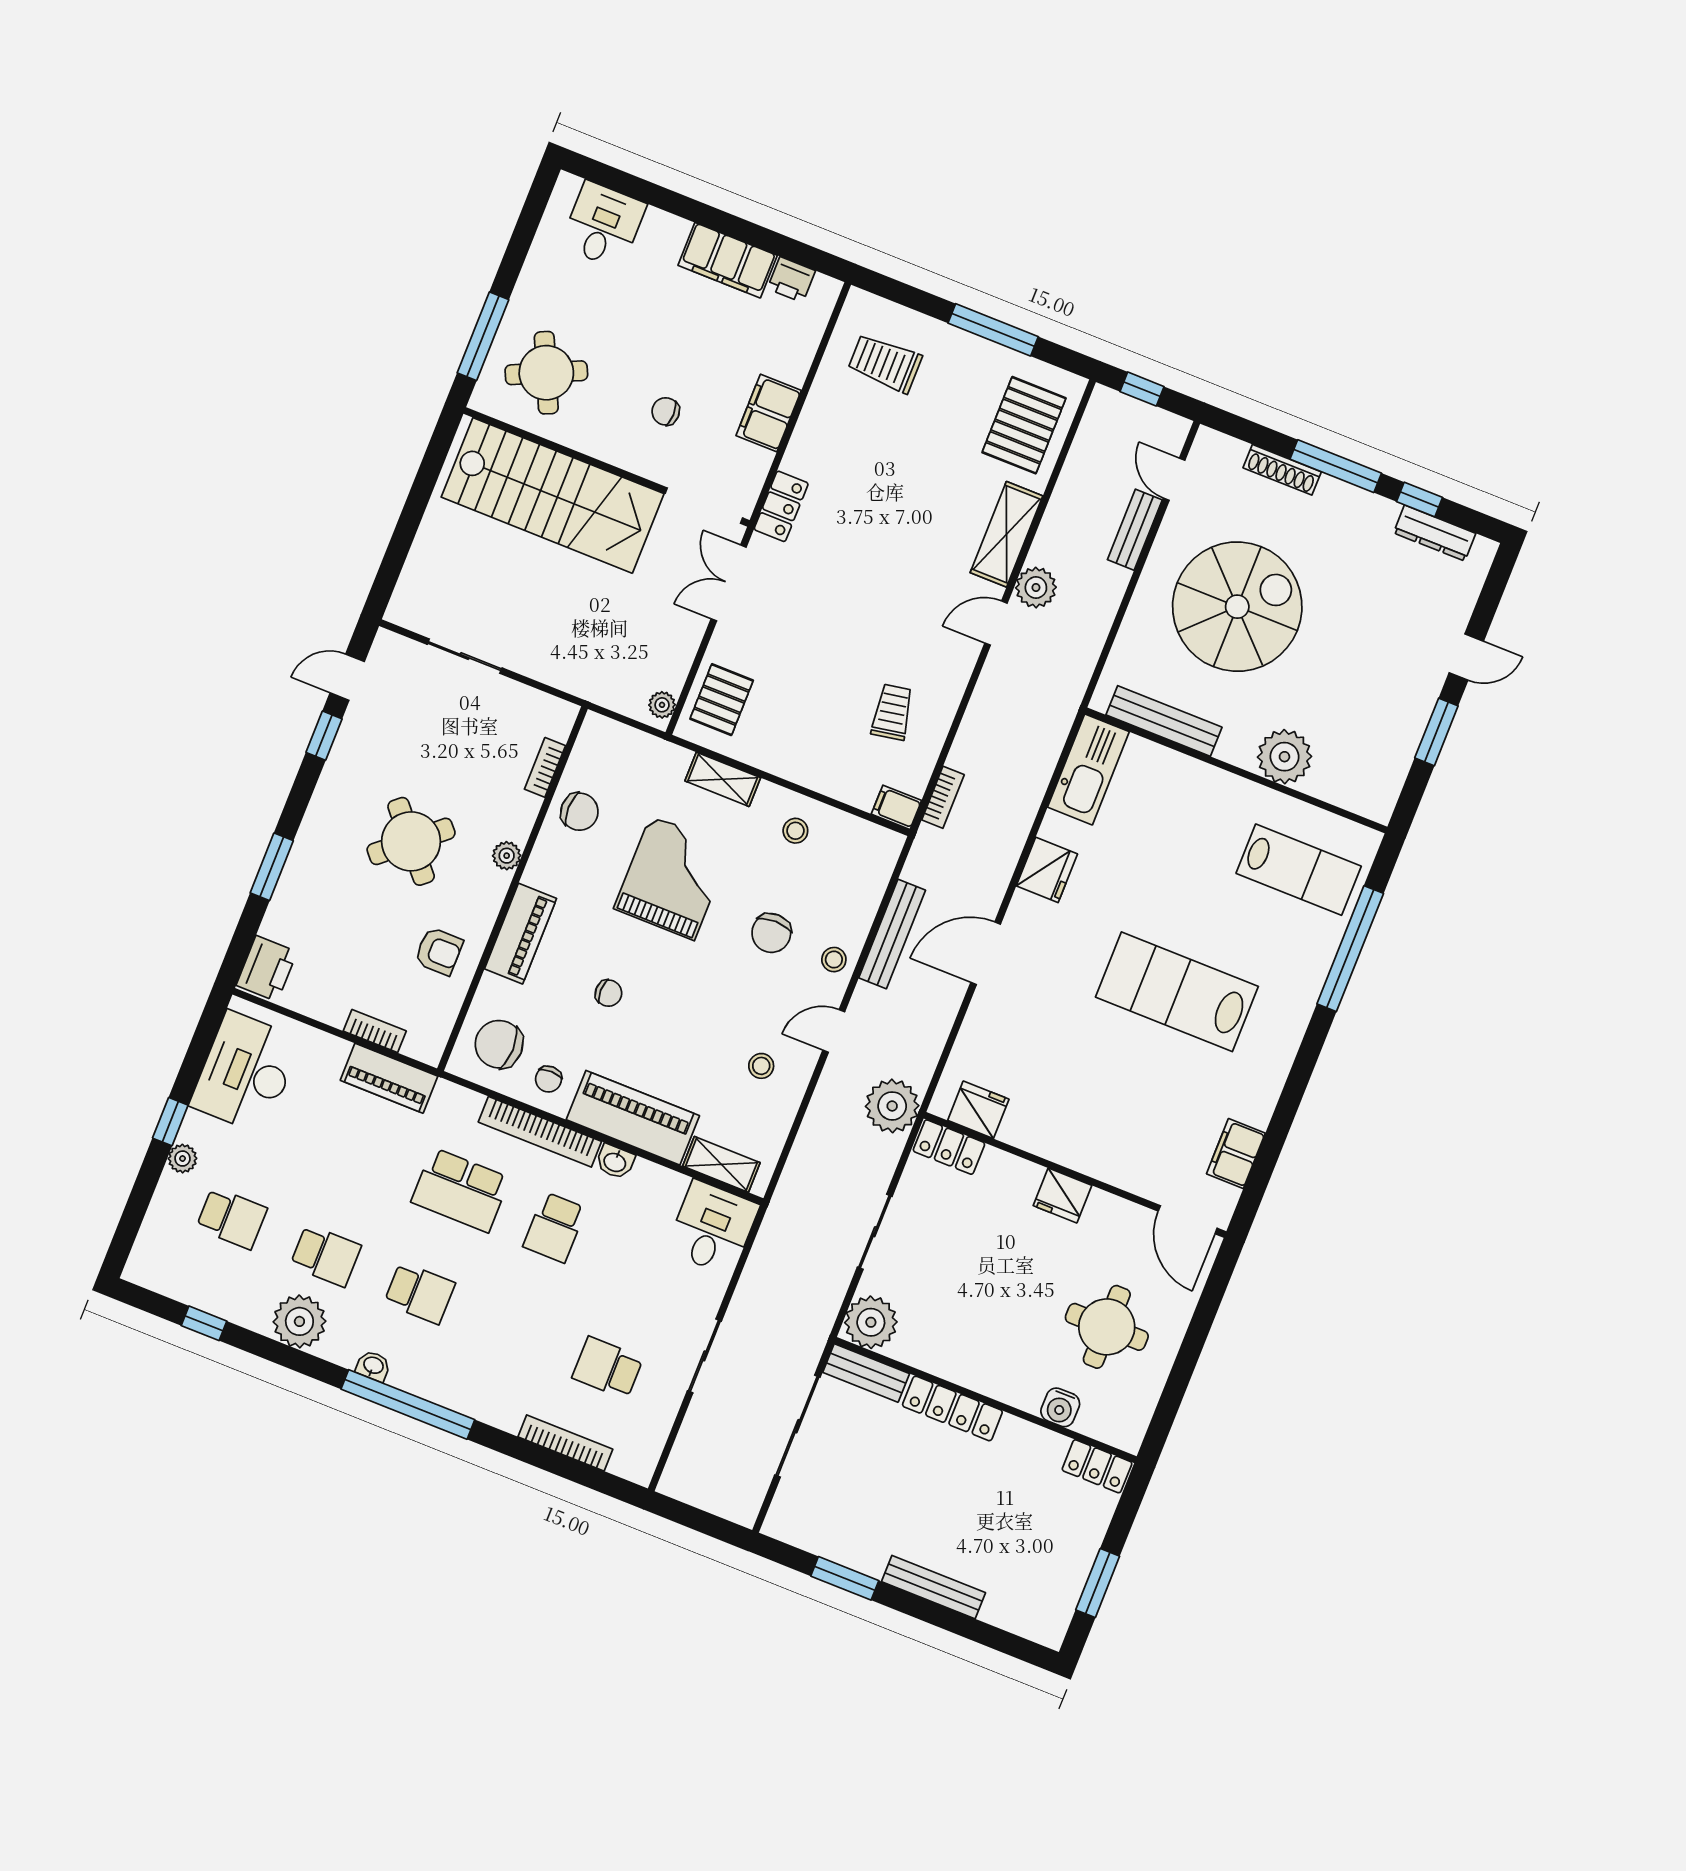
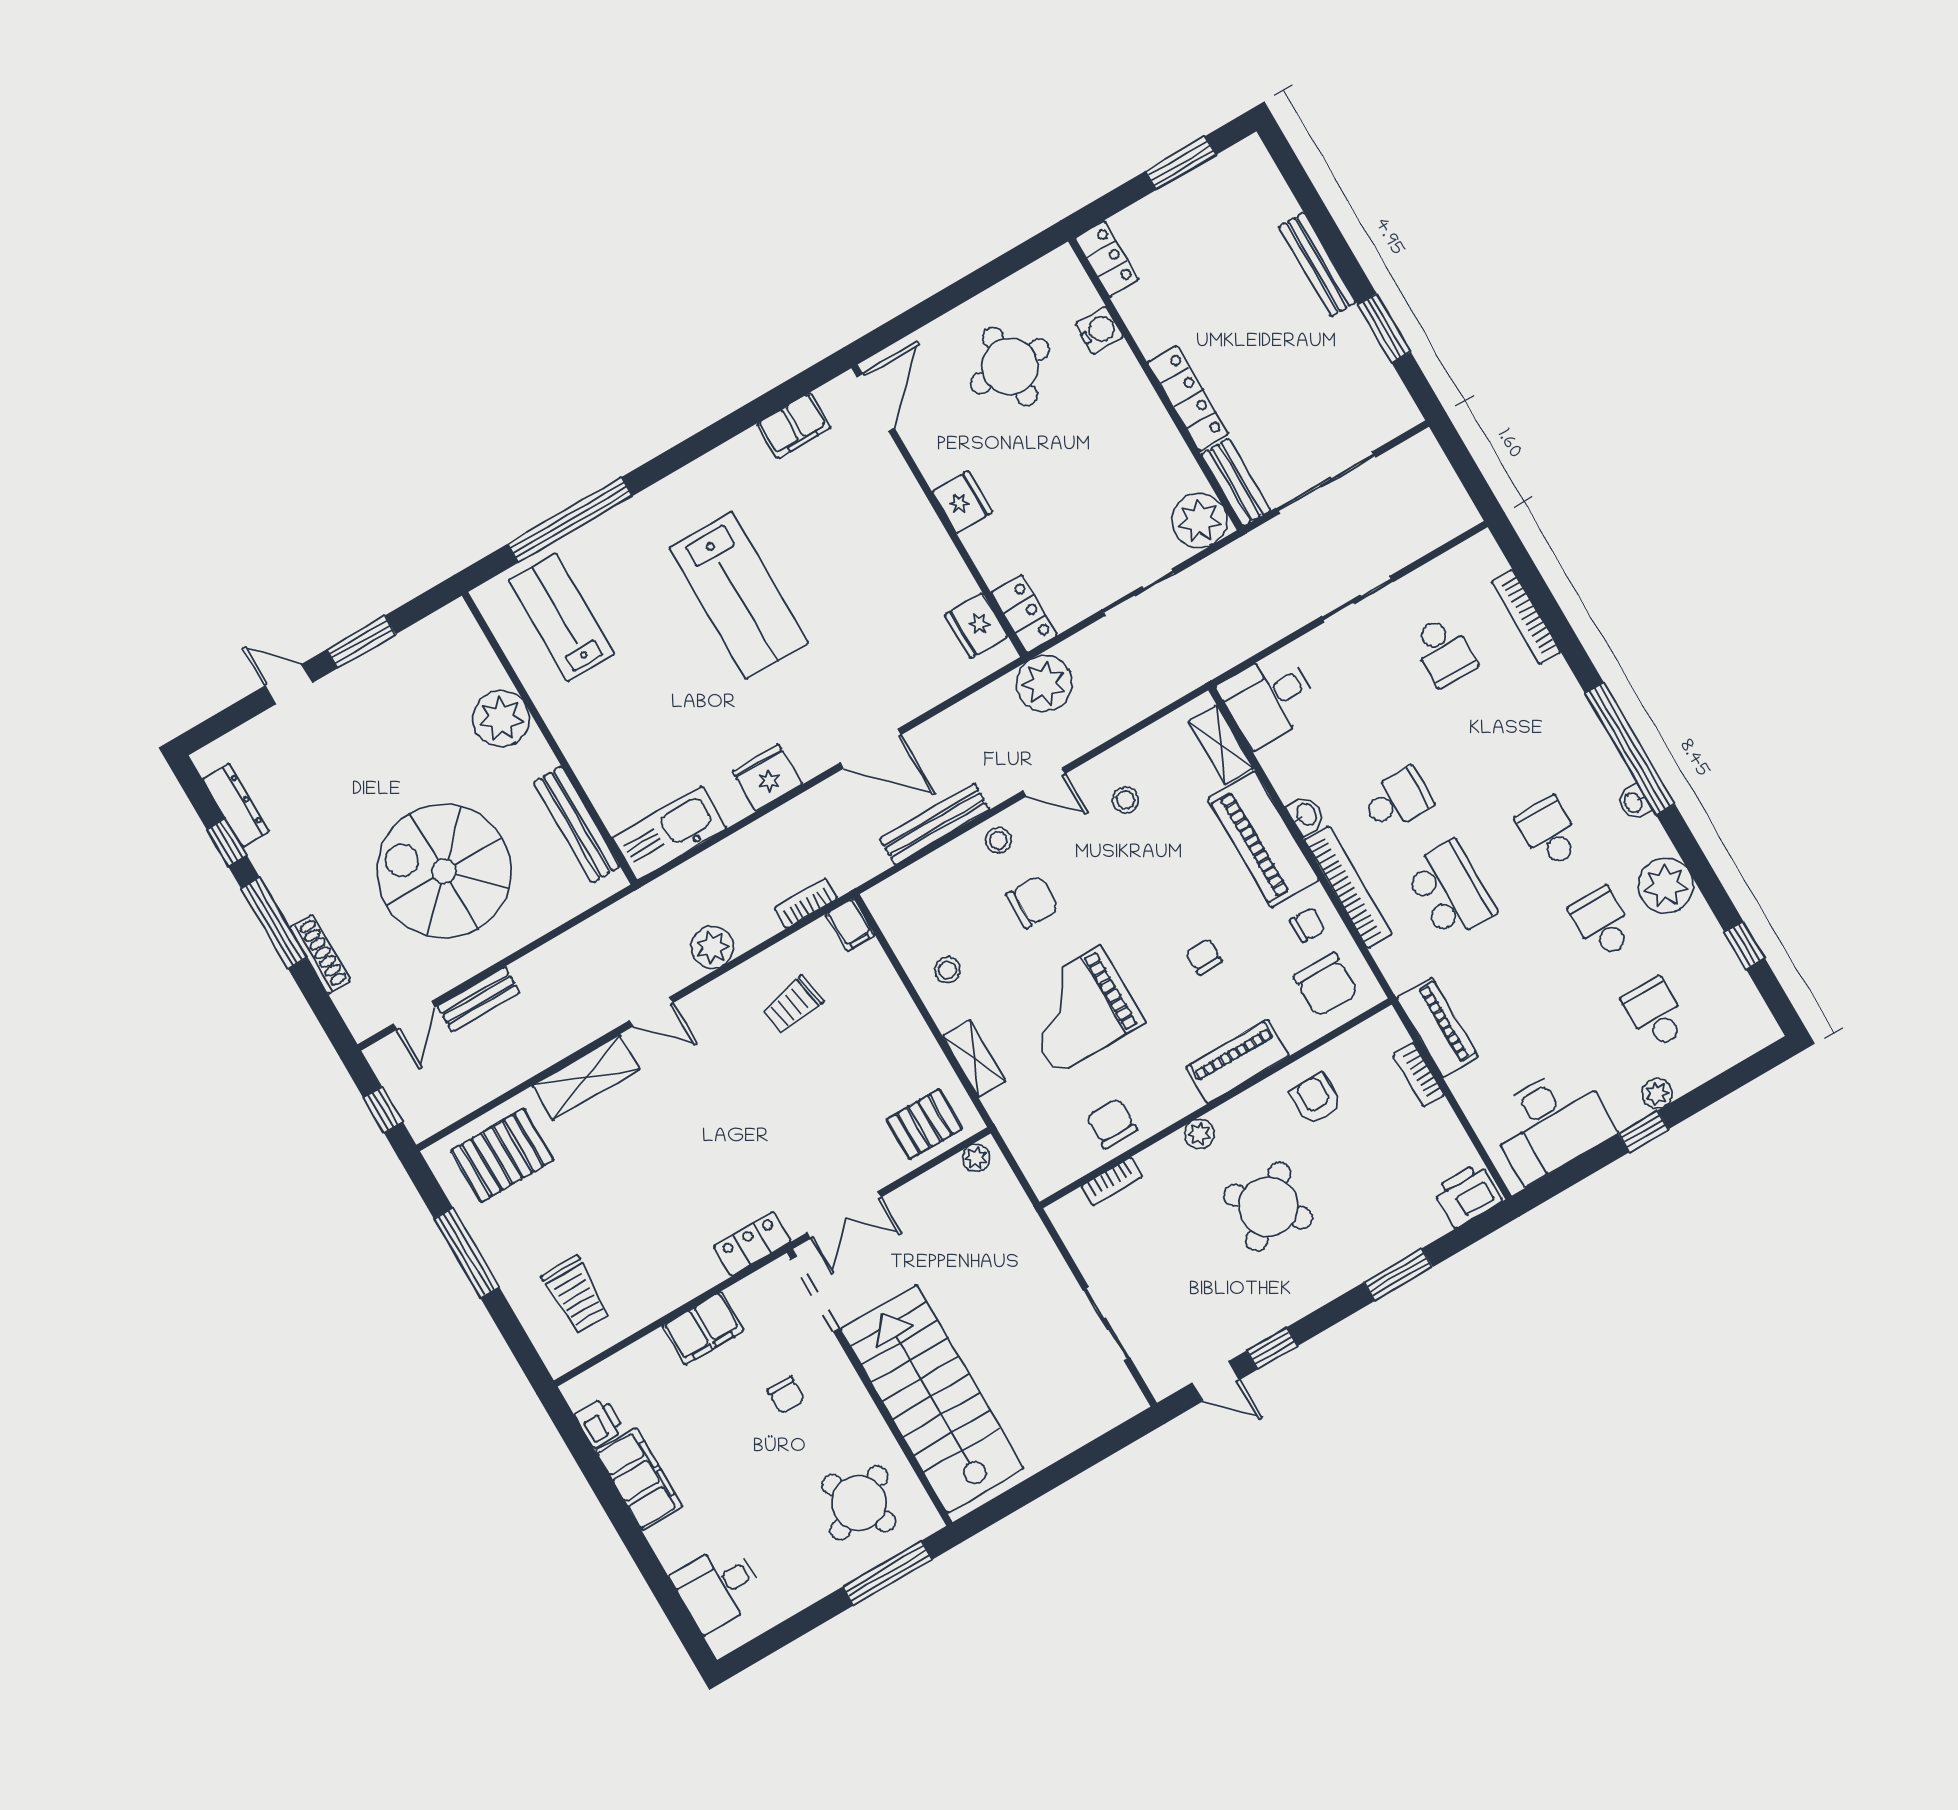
plant: (1036, 588) -> (712, 947), moved

